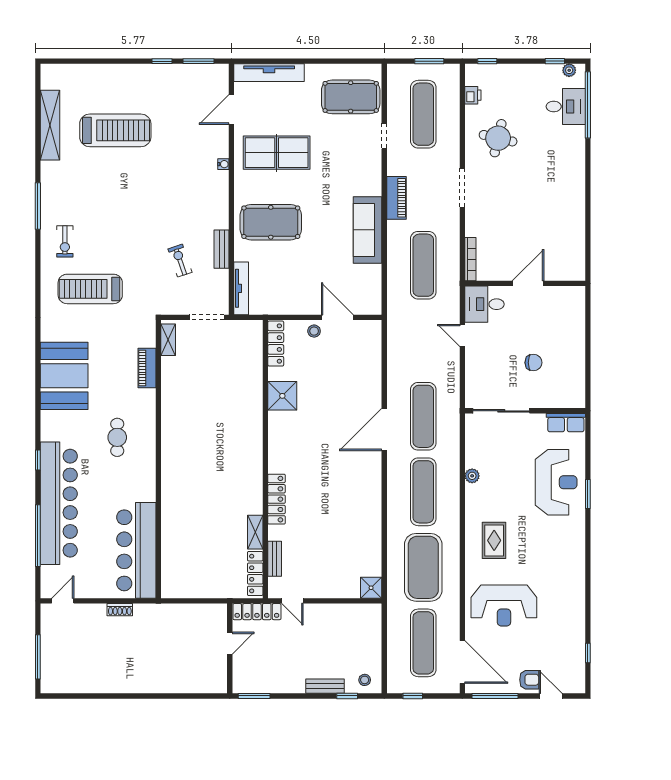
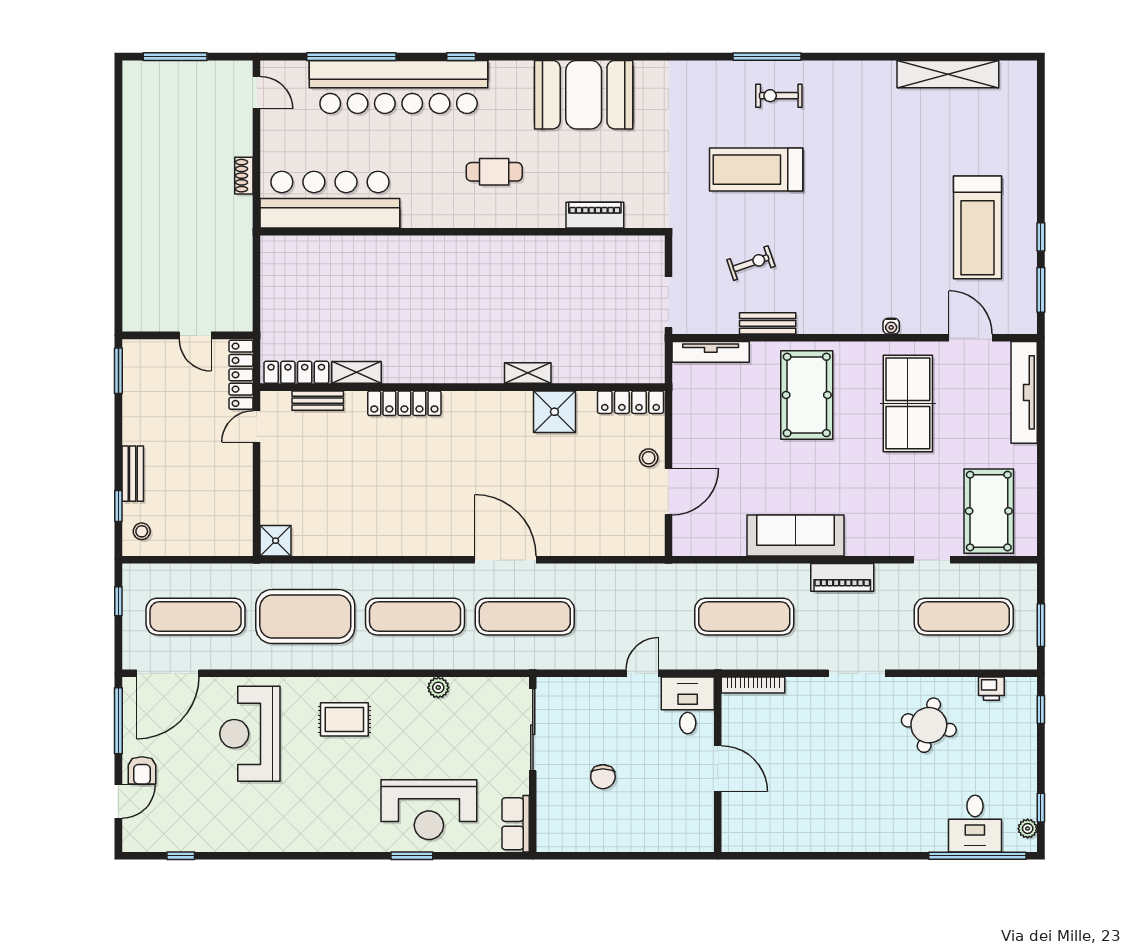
treadmill: (115, 130) -> (977, 227), moved
window: (38, 206) -> (767, 57), moved
treadmill: (90, 289) -> (756, 170), moved, turned -90
shelving: (168, 340) -> (528, 373), moved

